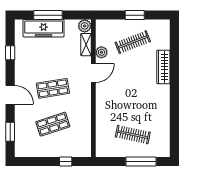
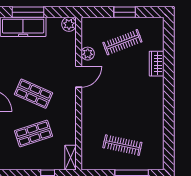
shelving: (86, 45) -> (70, 158), moved
wardrobe: (163, 67) -> (157, 64), width x0.67
shop shelf: (53, 88) -> (33, 94), turned 33

